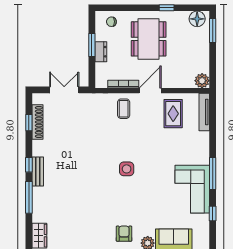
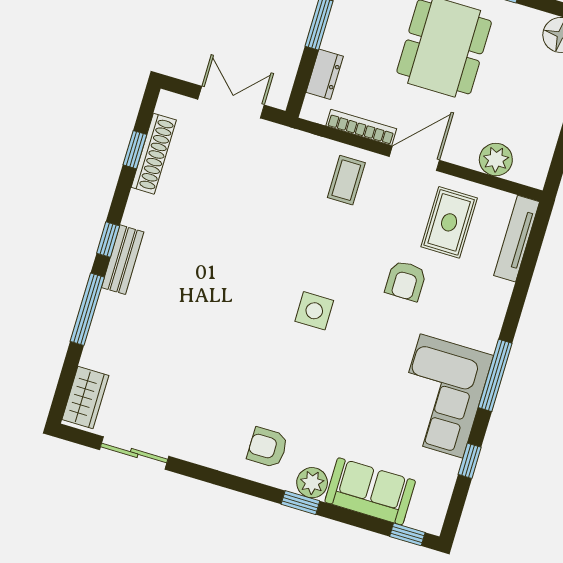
dresser: (101, 52) -> (325, 74), moved
plant: (202, 81) -> (496, 160), moved
armchair: (162, 144) -> (406, 281), added
armchair: (124, 234) -> (267, 447), turned -90

